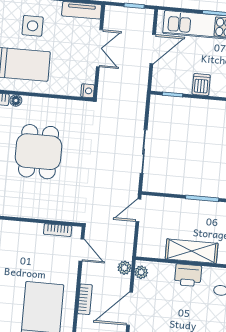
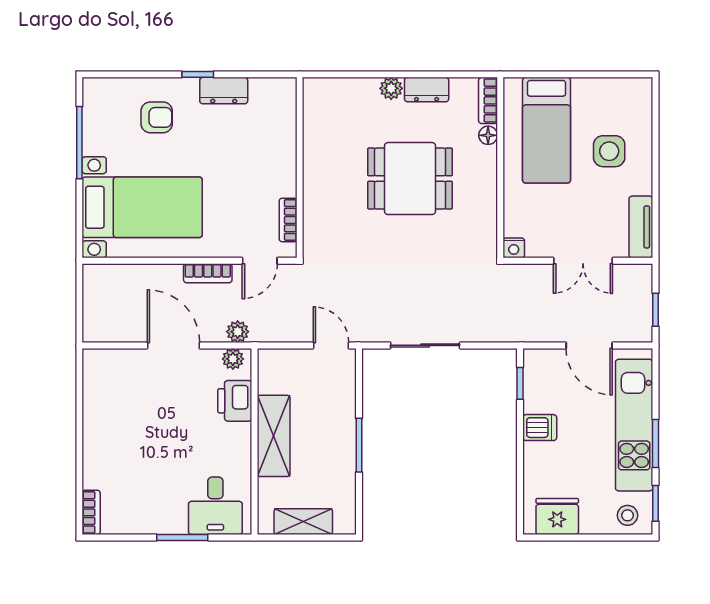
printer: (188, 275) -> (235, 401), moved
bookcase: (85, 299) -> (208, 273), moved

